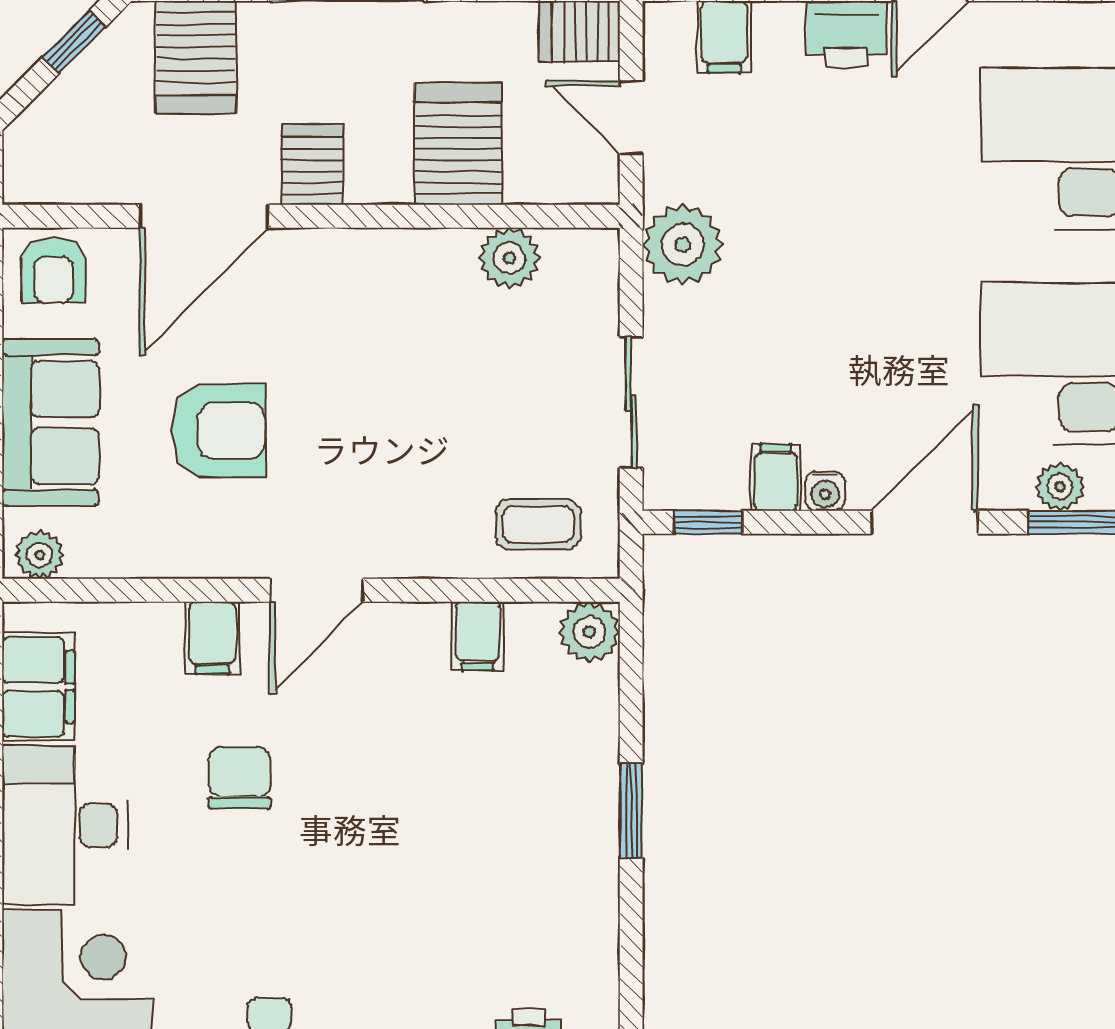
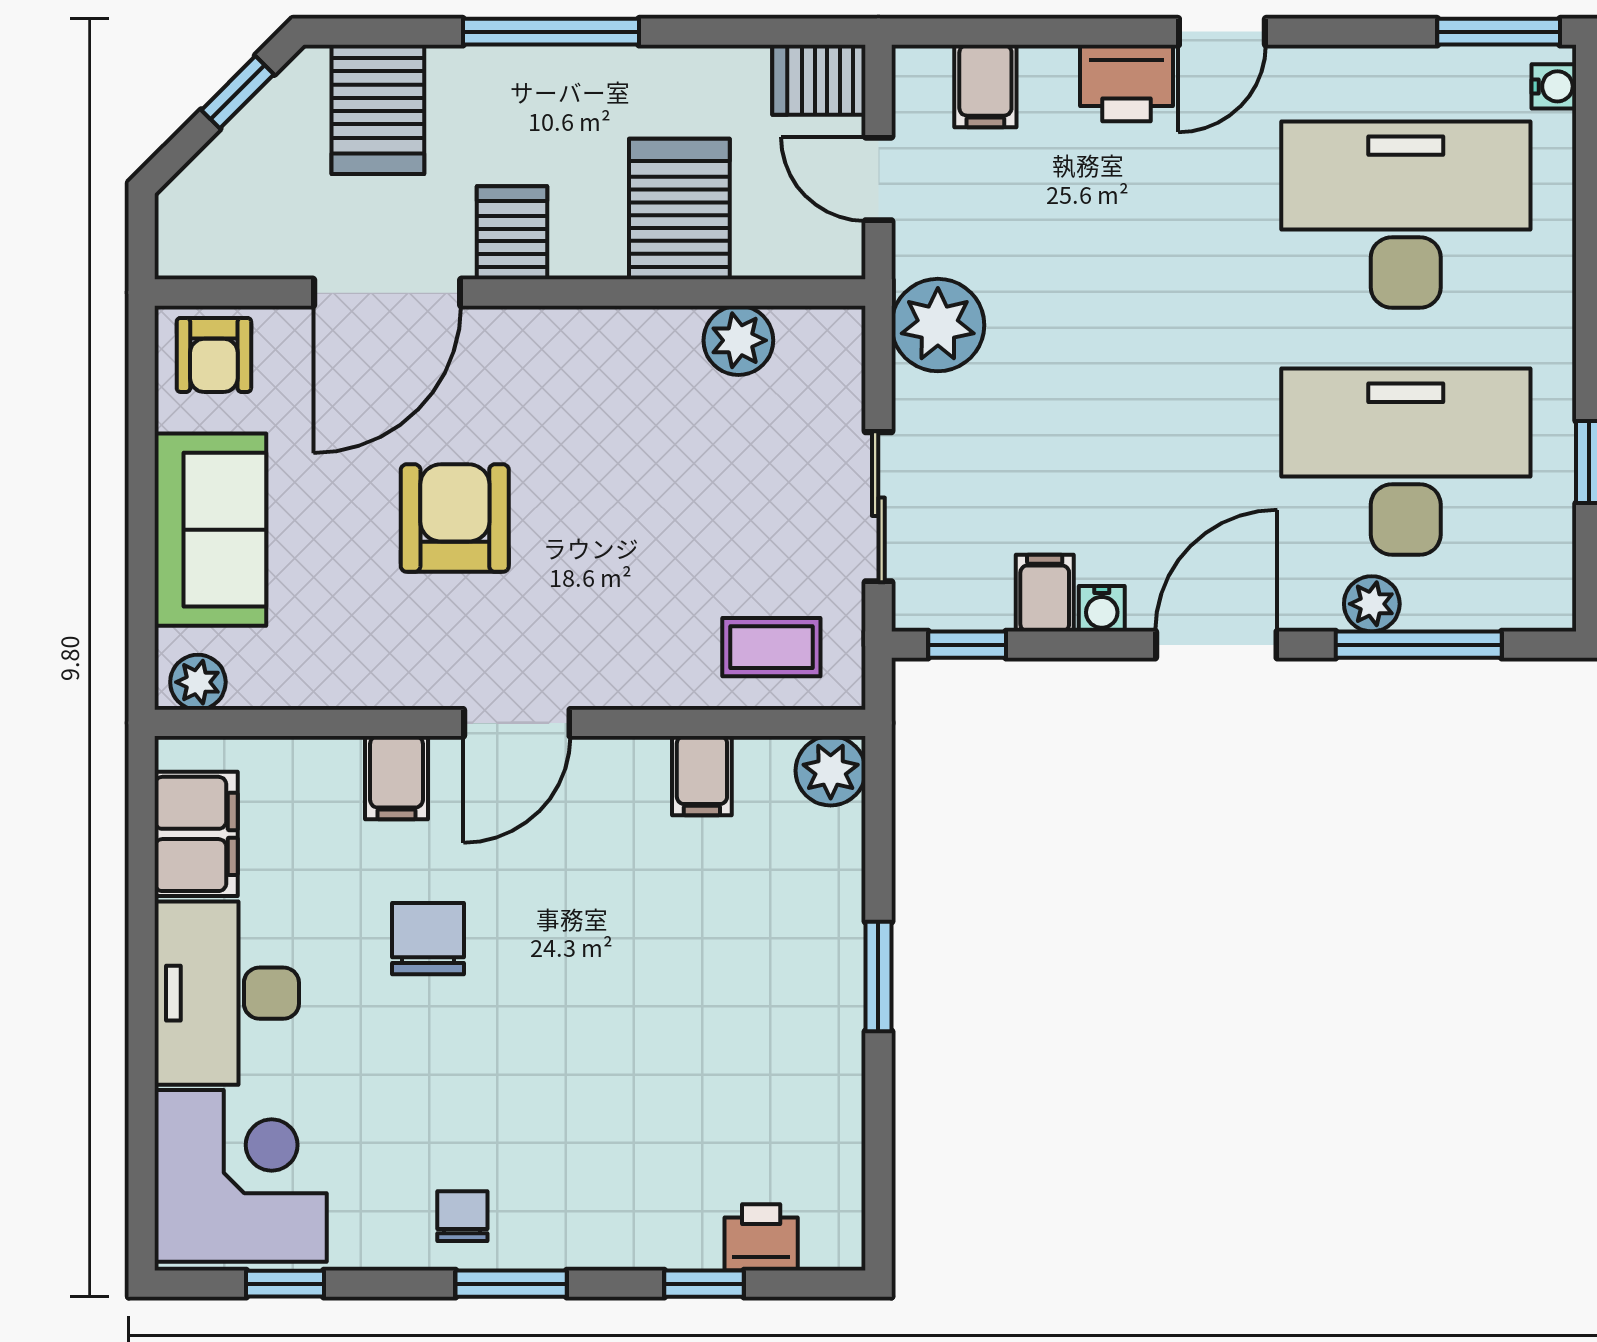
armchair: (218, 431) -> (455, 518), moved, turned -90

